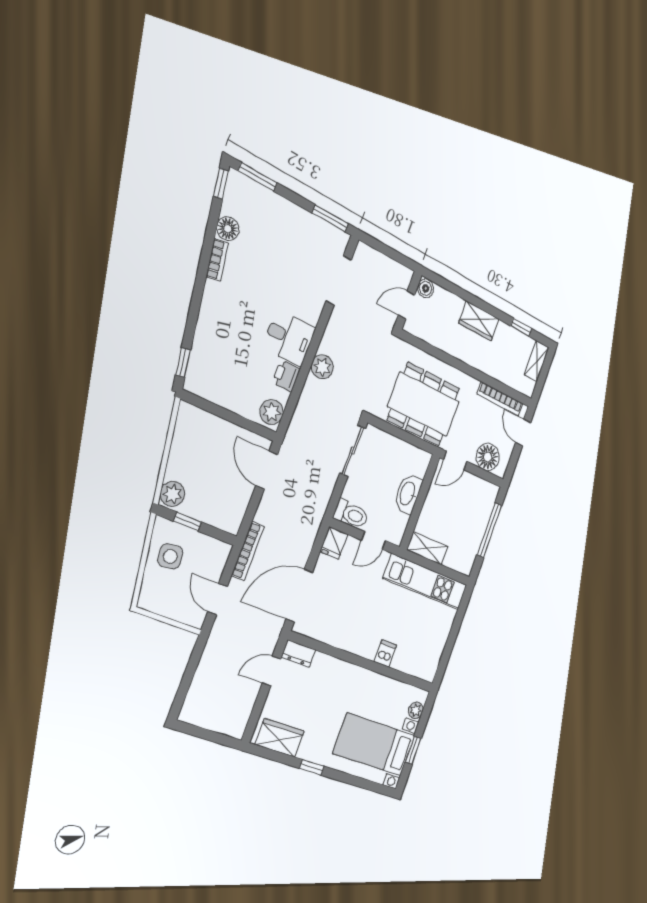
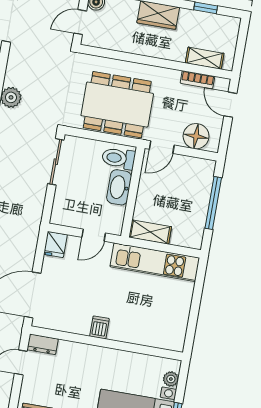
shelving: (537, 361) -> (205, 58), moved, turned 90
bookcase: (500, 399) -> (197, 80), width x0.64
toilet: (351, 514) -> (118, 158), moved, turned 180
dishwasher: (385, 653) -> (99, 327), moved

